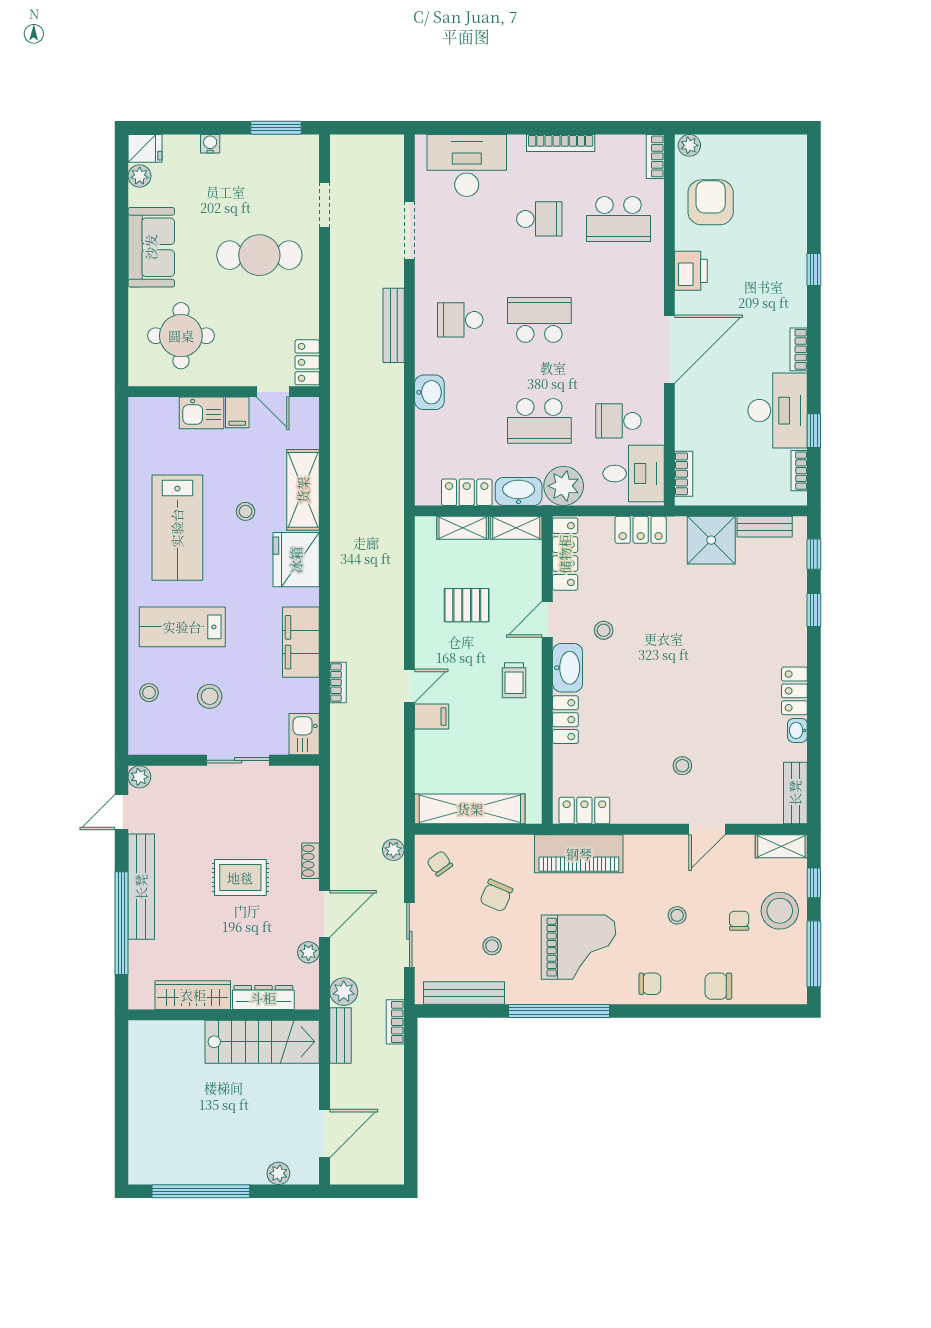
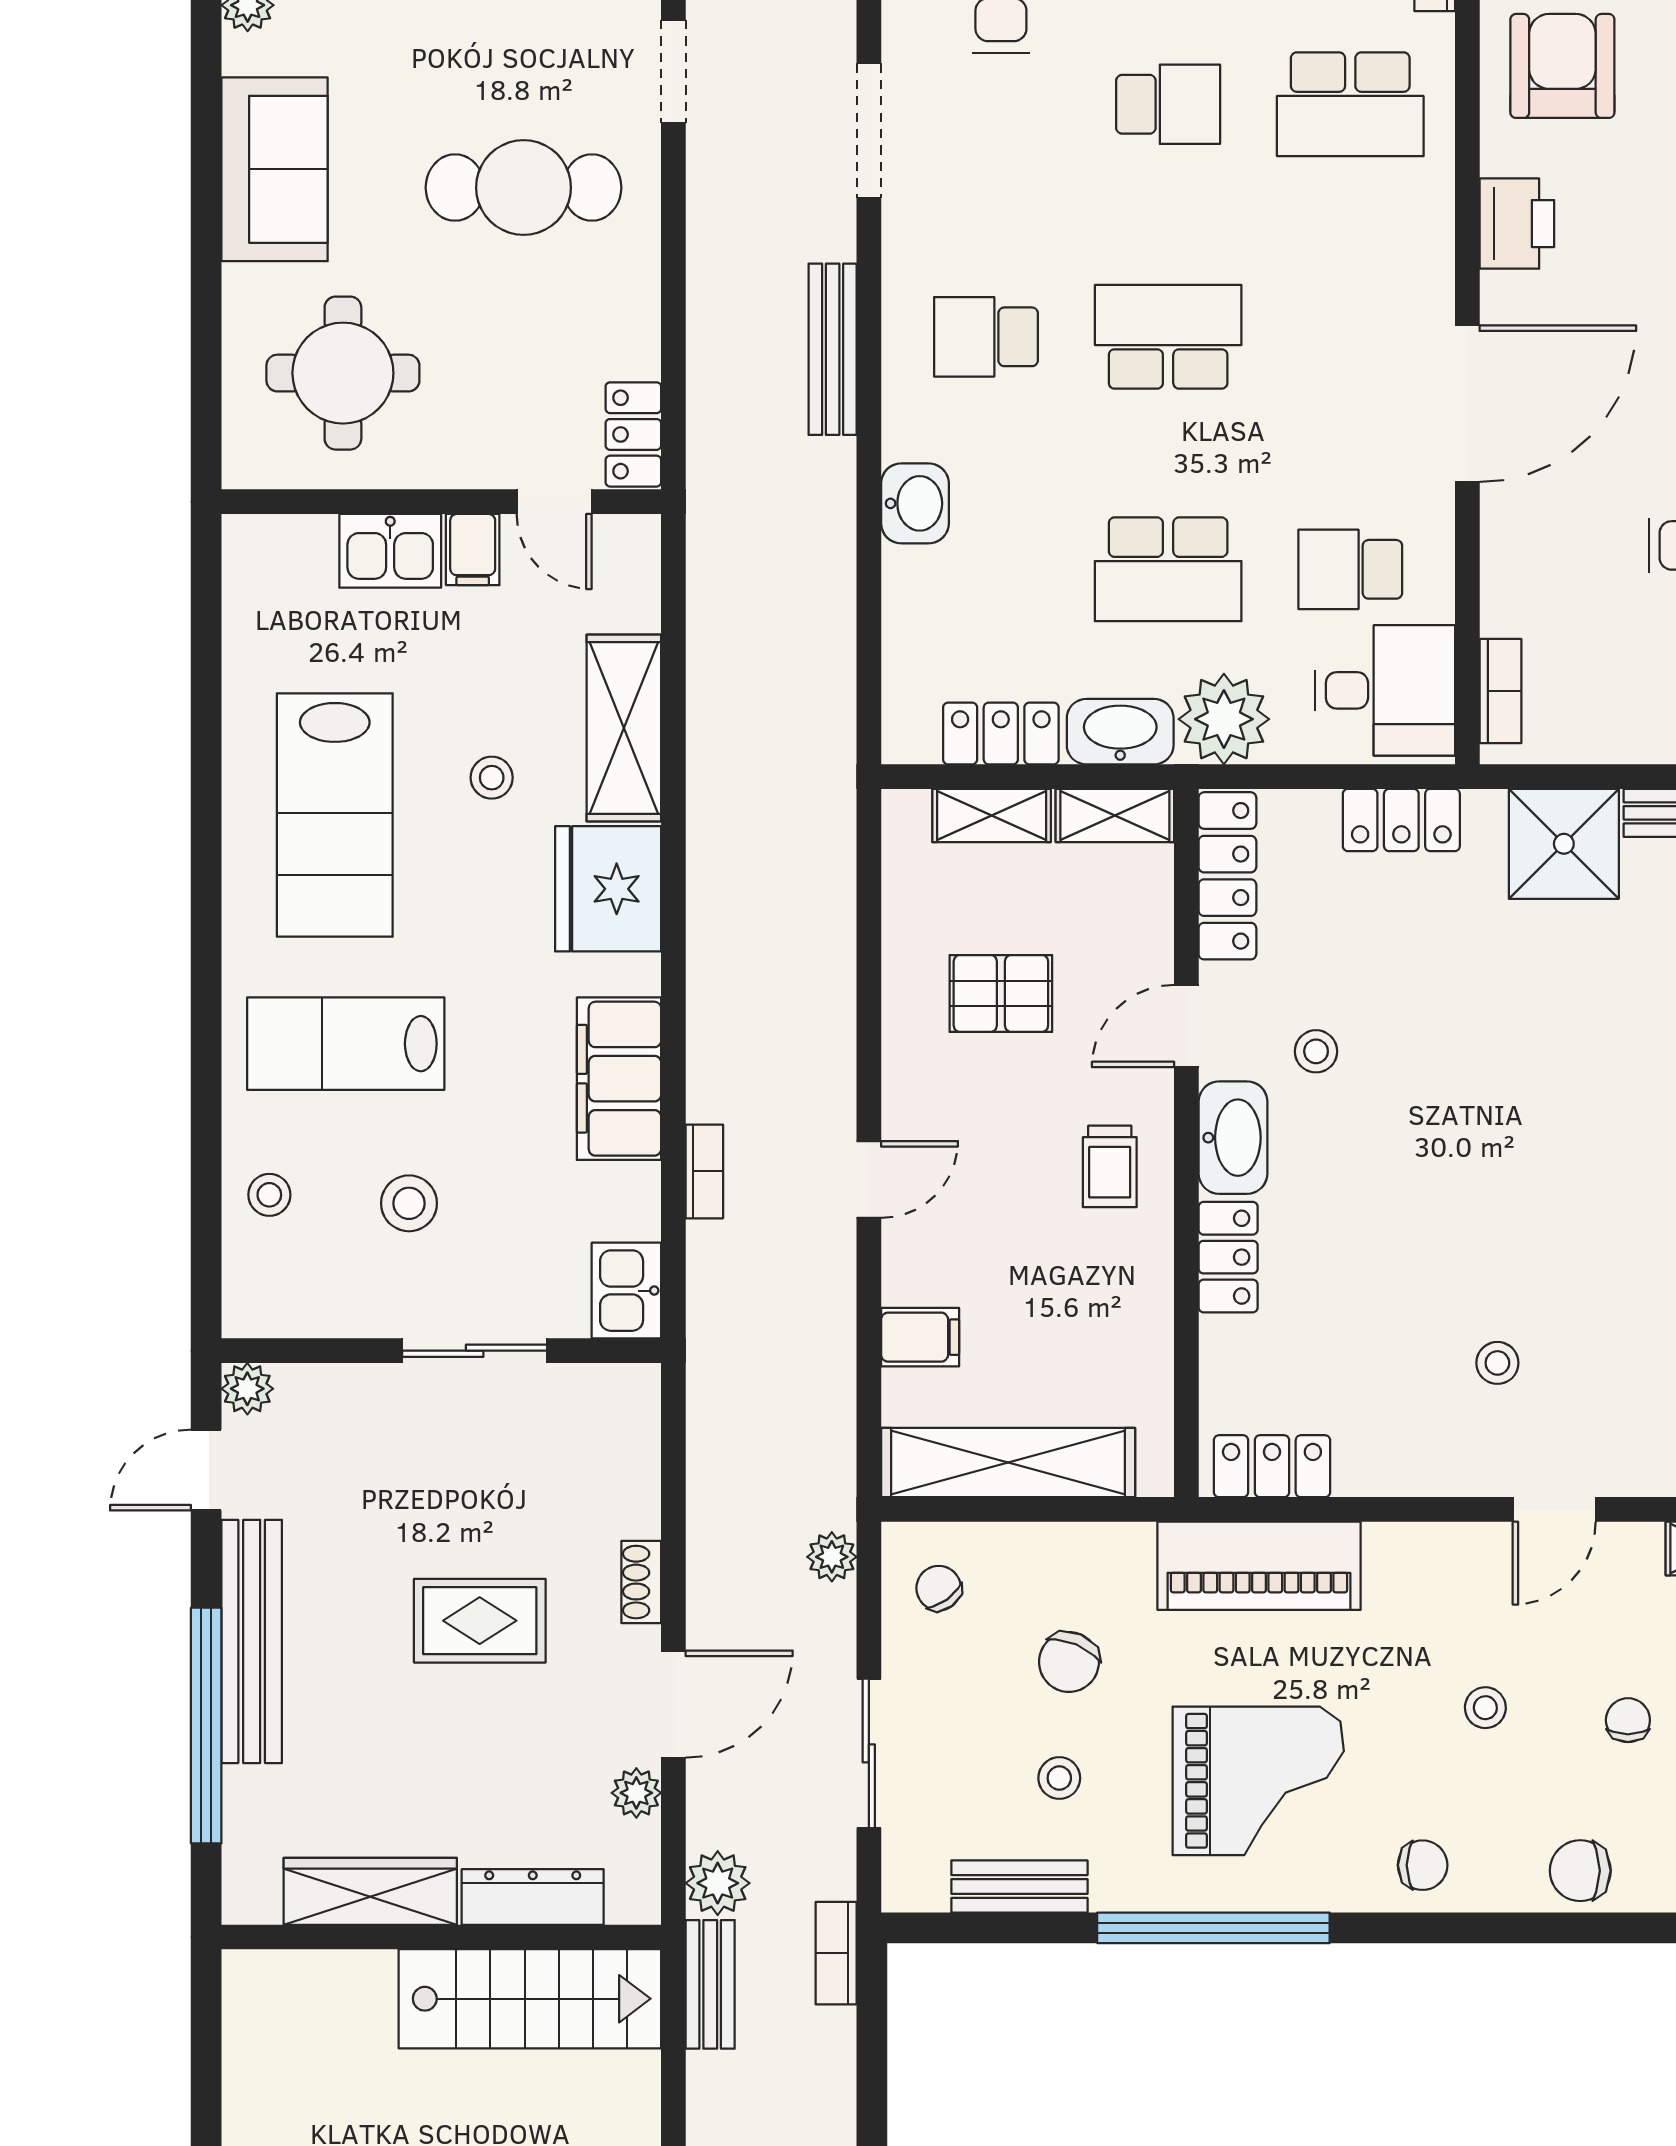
filing cabinet: (432, 717) -> (920, 1337), moved
bench: (464, 993) -> (1019, 1887), width x0.73

